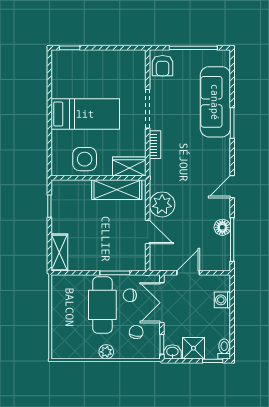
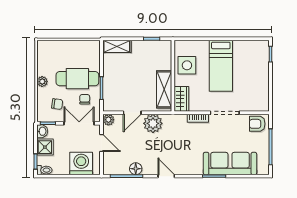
plant: (157, 264) -> (108, 120), added
washing machine: (222, 300) -> (81, 163), width x1.89, depth x1.89

